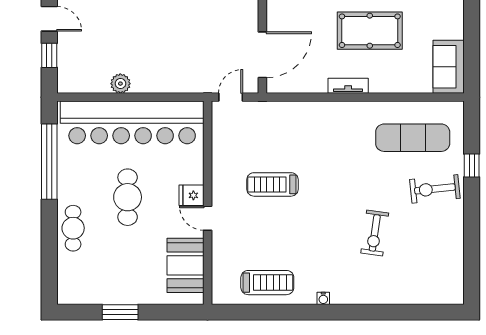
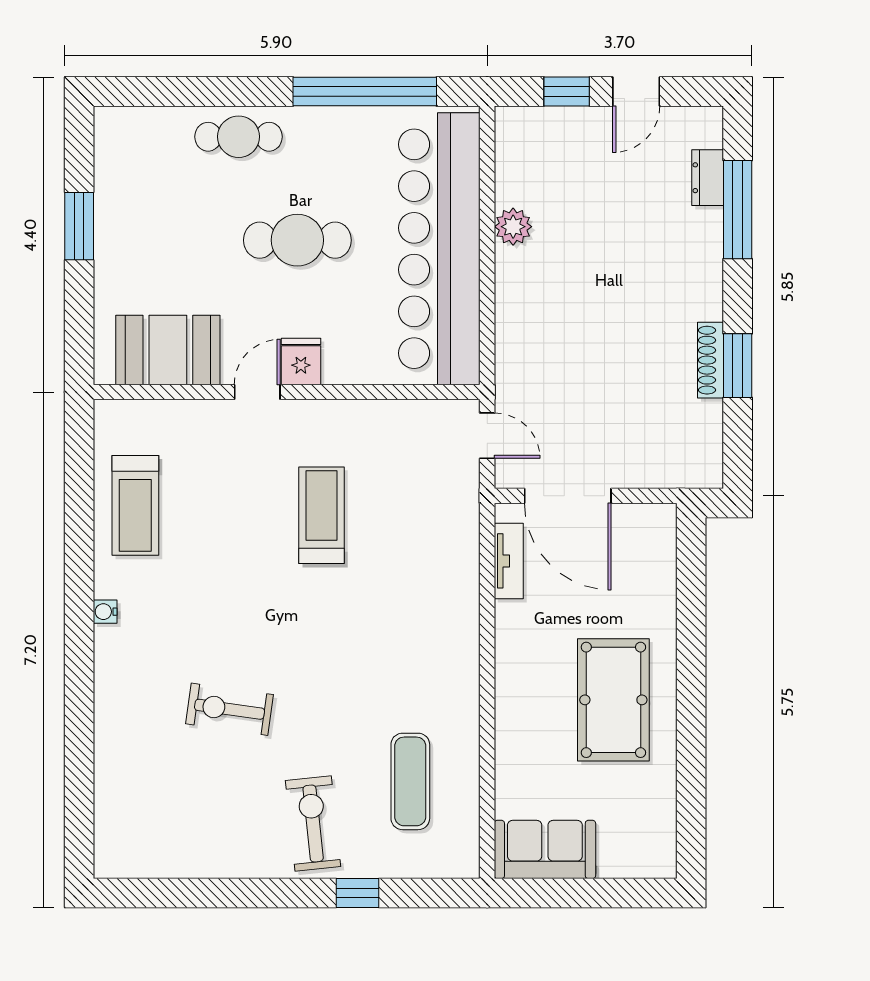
tv unit: (348, 86) -> (509, 561), moved
exercise mat: (413, 138) -> (410, 781), width x0.73, depth x0.69

